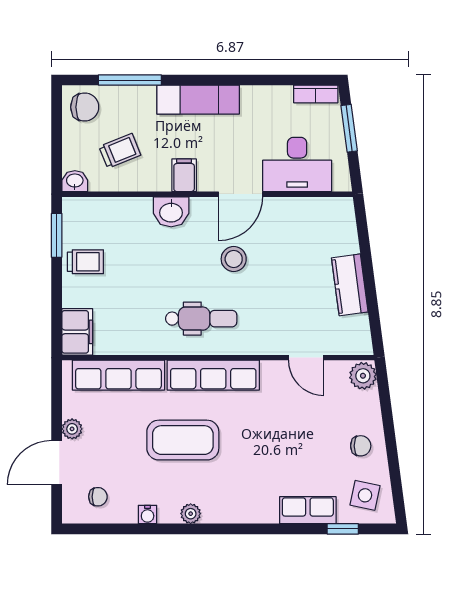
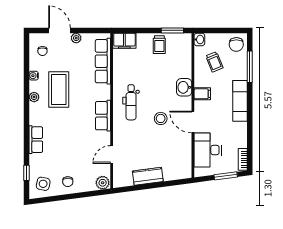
row of seats: (213, 375) -> (103, 116), width x0.68
coffee table: (183, 440) -> (59, 90), moved
row of seats: (308, 510) -> (36, 140), moved

